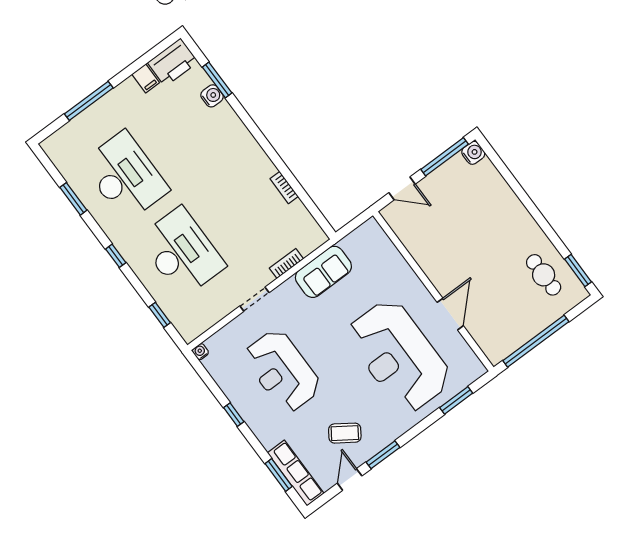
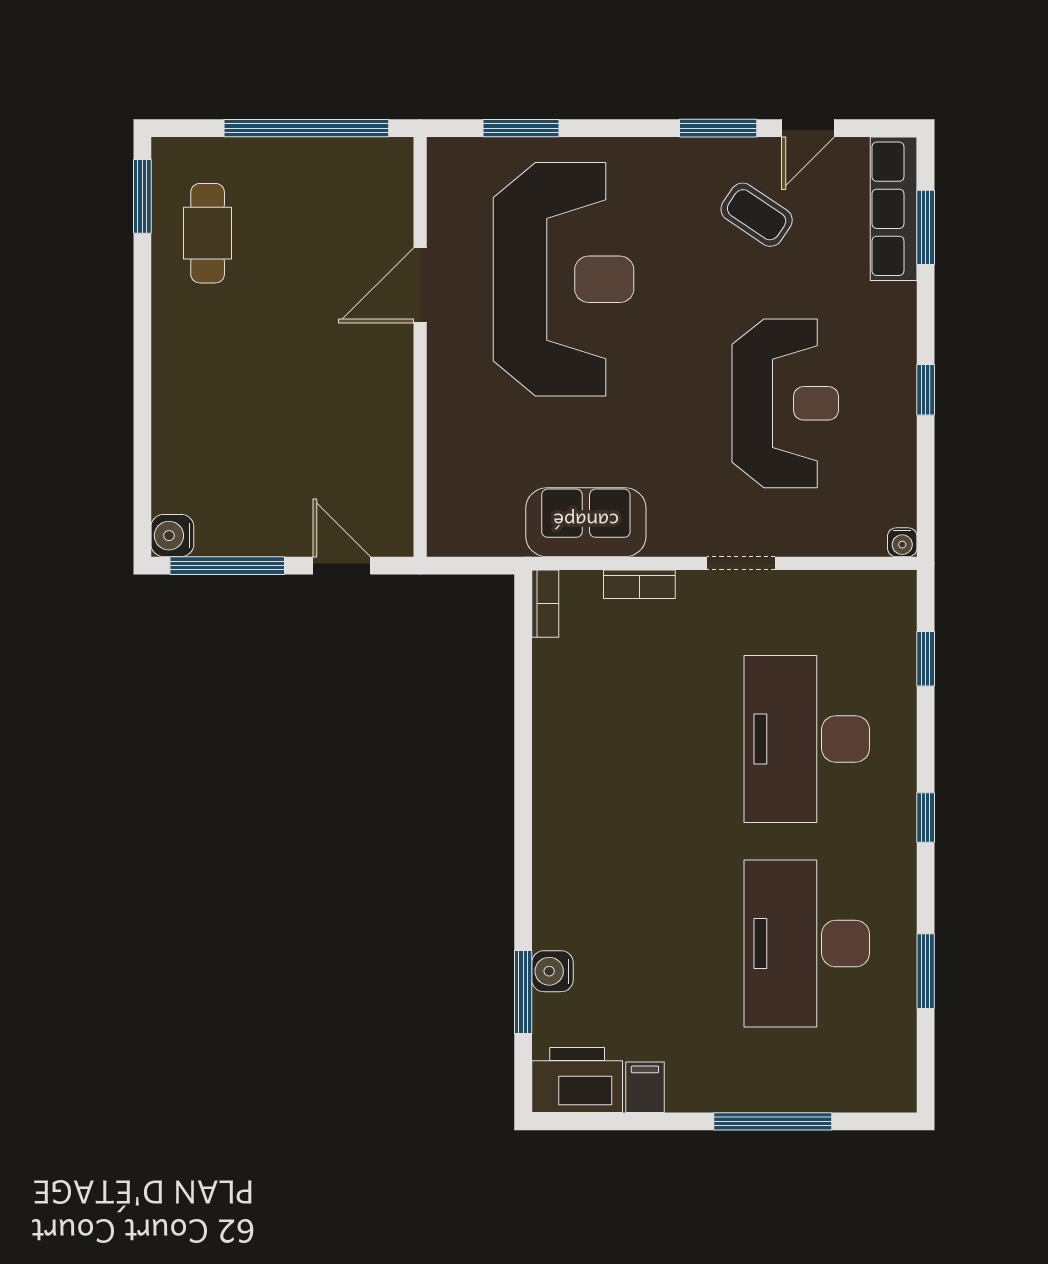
bookcase: (284, 188) -> (545, 604), moved

